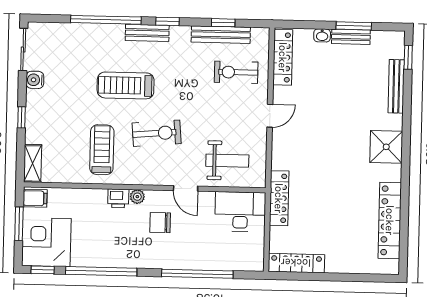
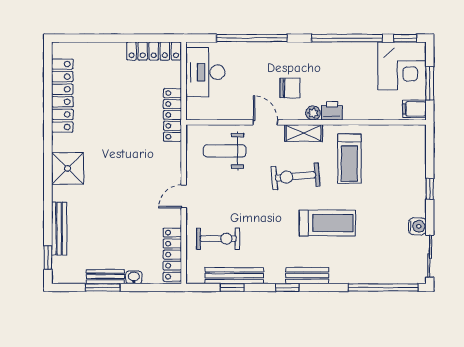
window: (106, 20) -> (383, 288), moved
shelving: (33, 163) -> (304, 133), moved, turned 90
desk: (240, 212) -> (205, 72), moved, turned 90

